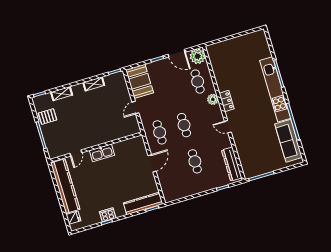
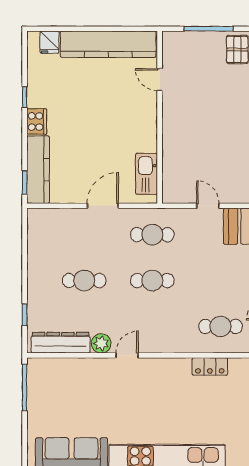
plant: (213, 99) -> (101, 343), moved
locker: (227, 101) -> (210, 366), moved
kitchen sink: (102, 153) -> (147, 174), moved
door: (152, 163) -> (103, 206), swing flipped
cooker: (108, 215) -> (37, 121), moved

